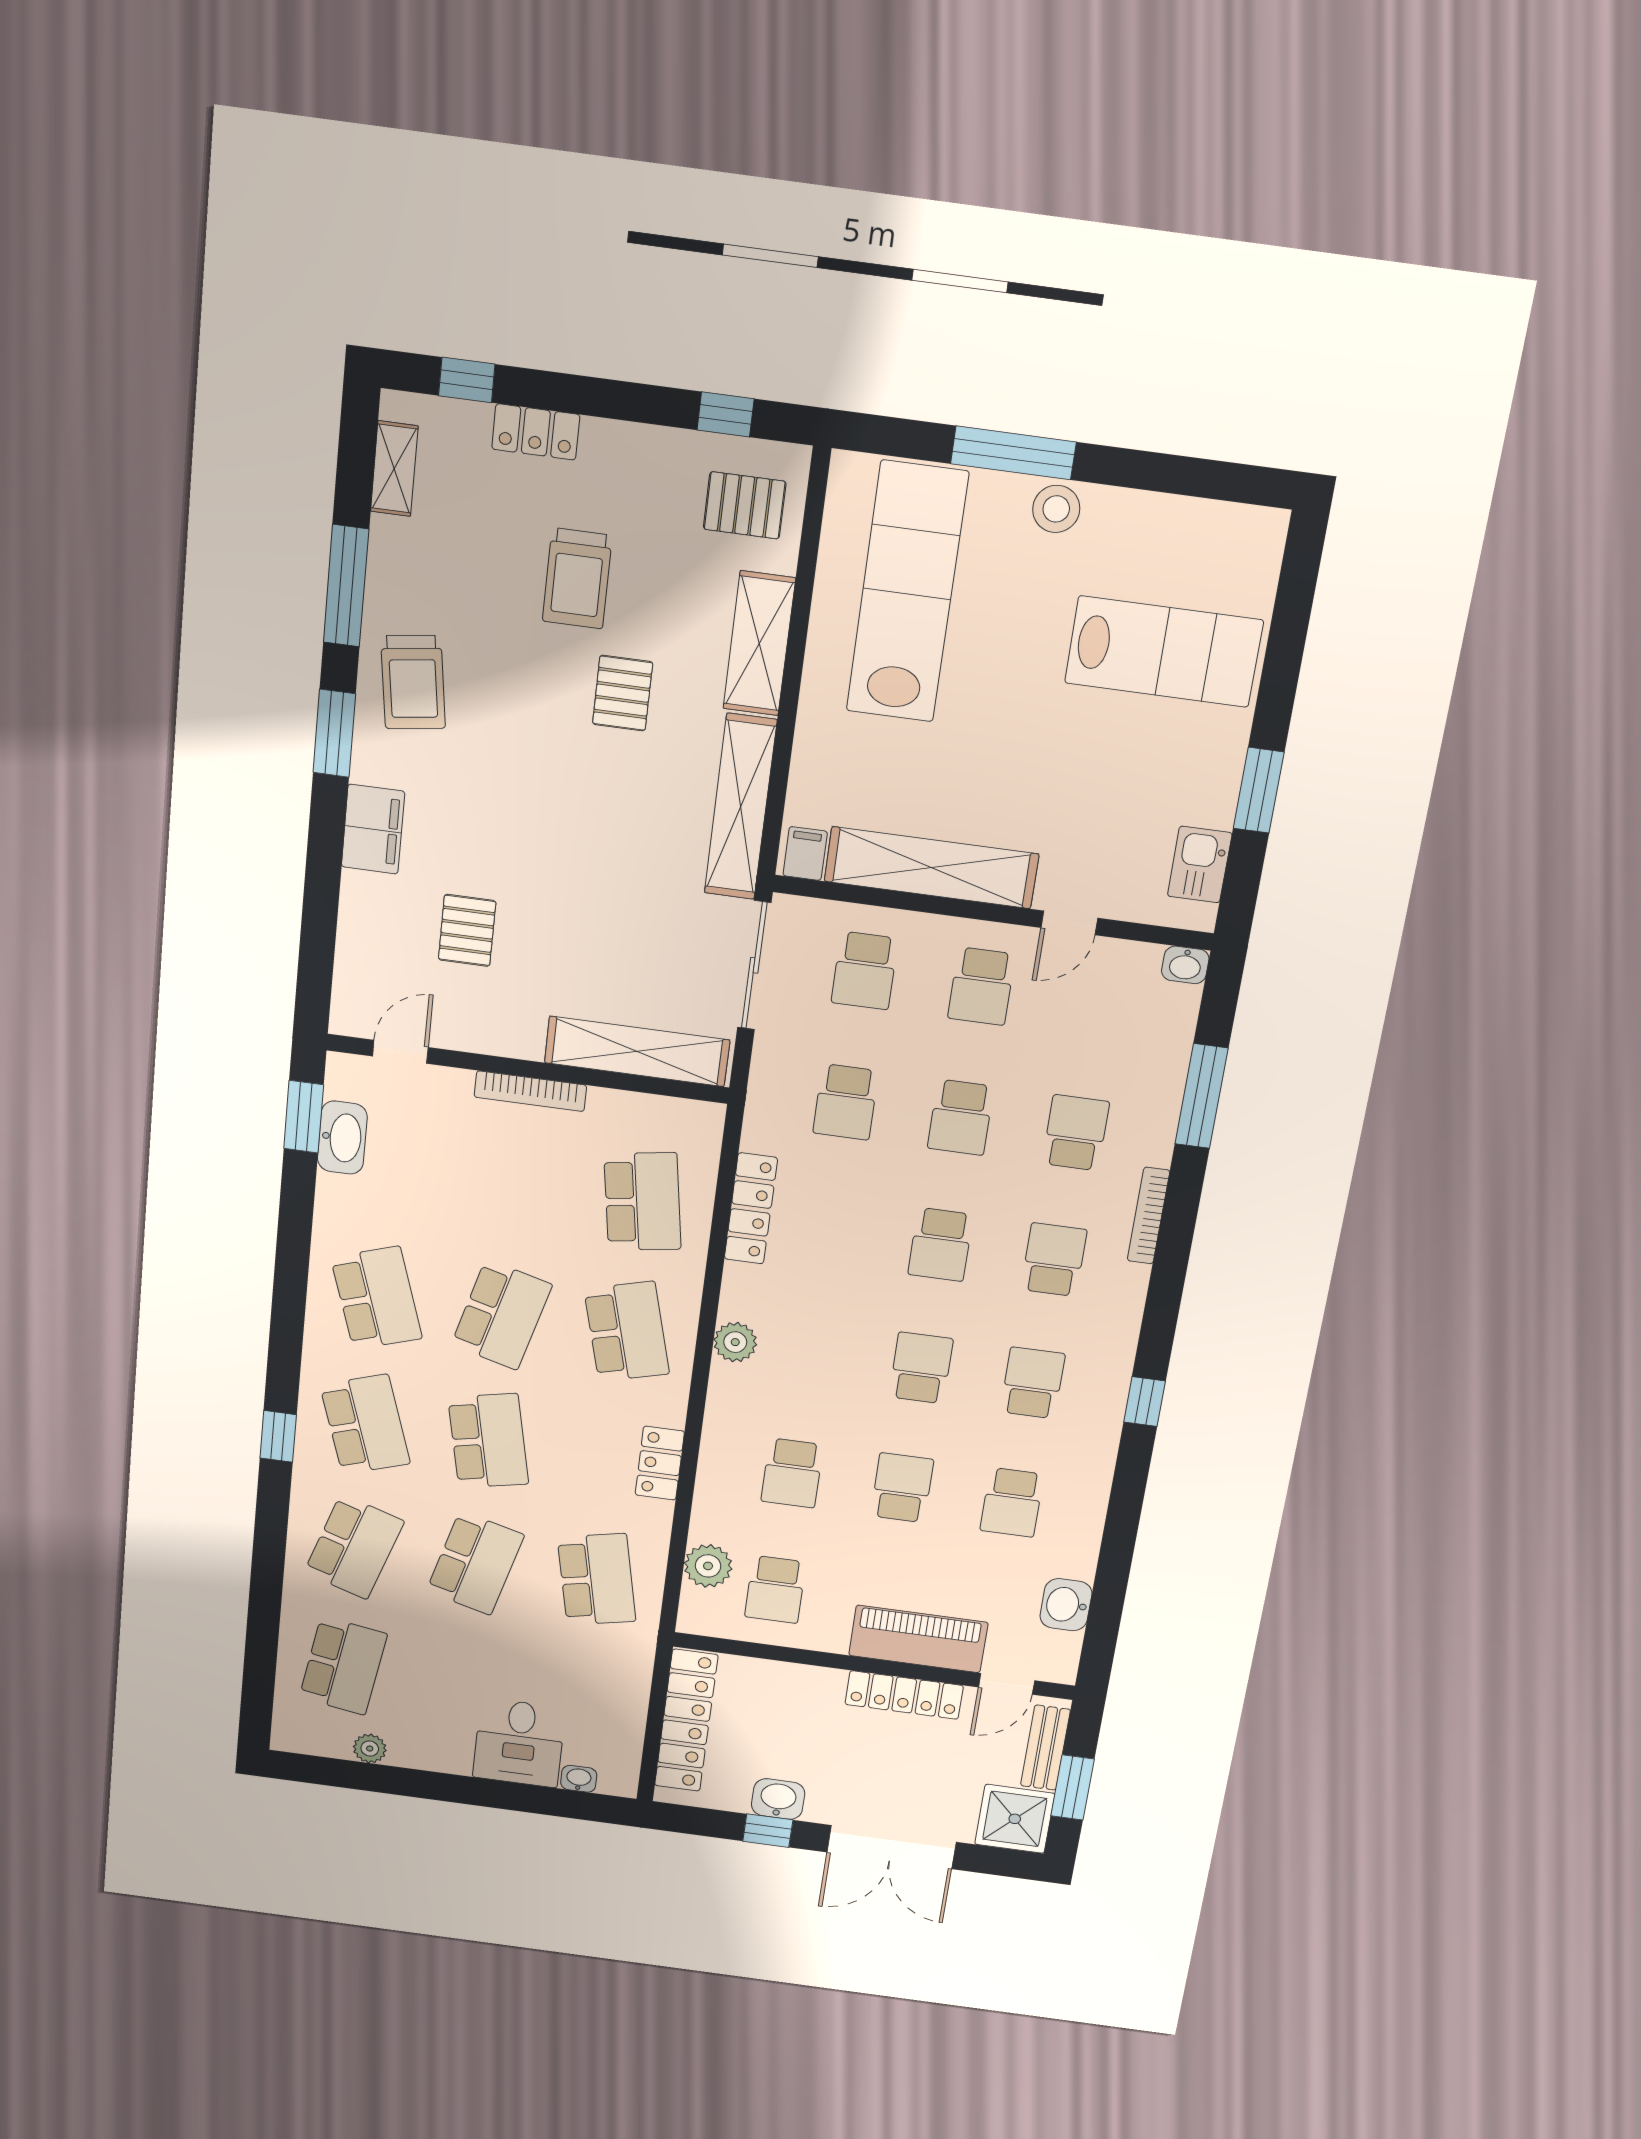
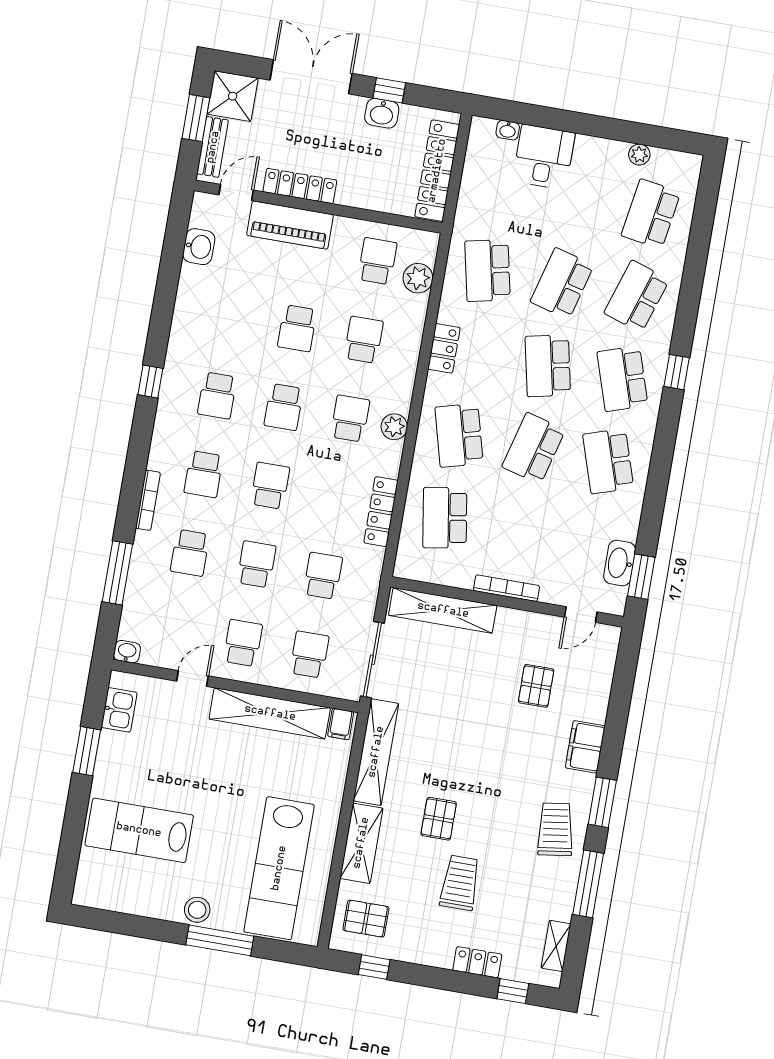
school desk: (1012, 1502) -> (350, 418), moved

